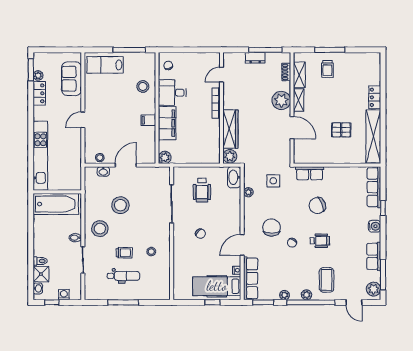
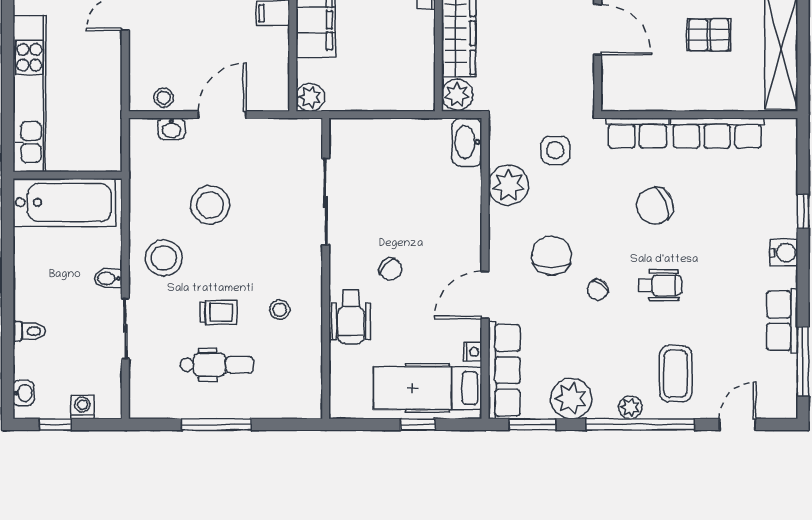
row of seats: (374, 187) -> (717, 133), moved, turned -90
wheelchair: (202, 190) -> (351, 317), moved
plant: (248, 192) -> (508, 185), width x1.88, depth x1.88
shower: (41, 274) -> (31, 361), removed
plant: (374, 289) -> (782, 395), removed
plant: (285, 295) -> (571, 399), width x1.88, depth x1.88
door: (354, 302) -> (737, 424), swing flipped

